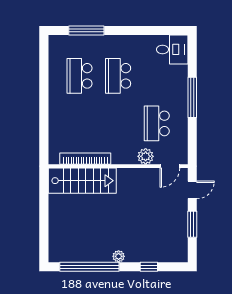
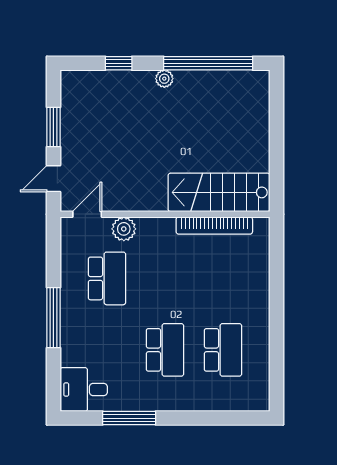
window: (86, 31) -> (129, 418), moved

